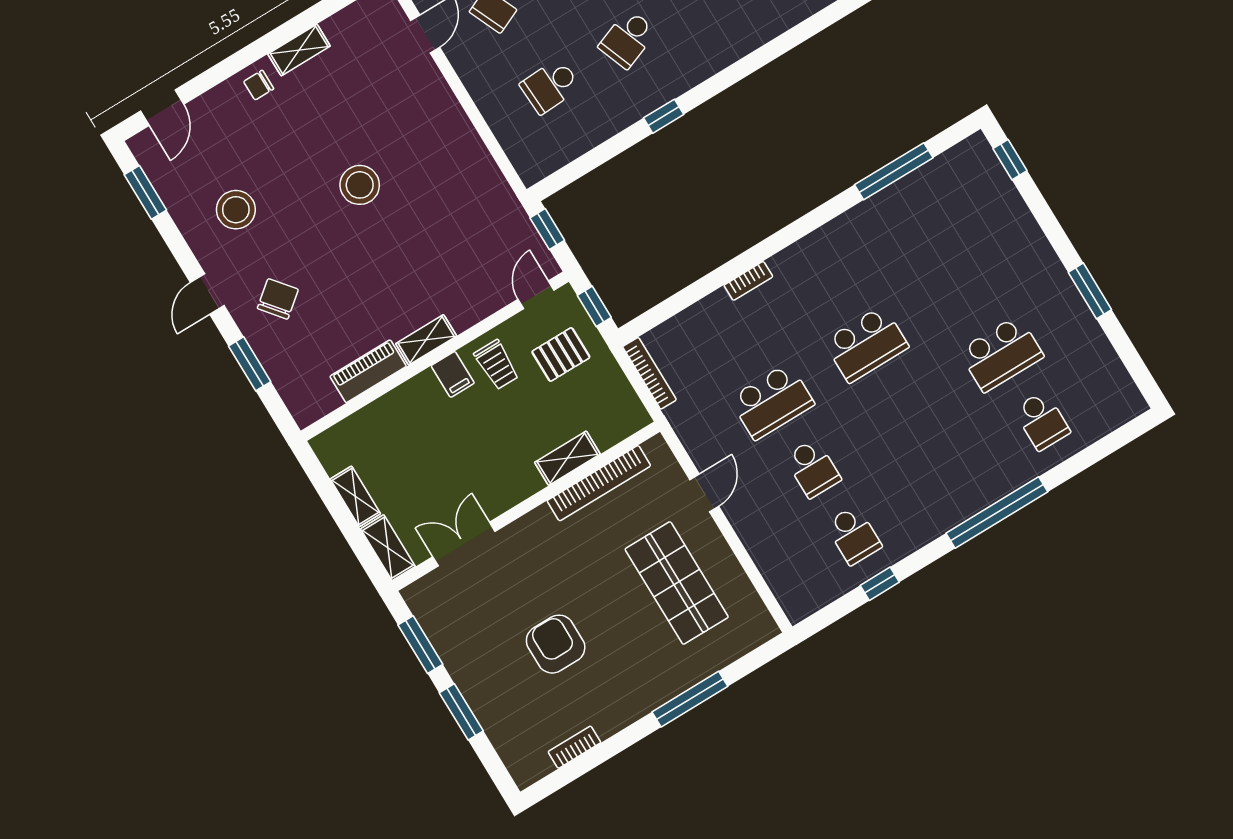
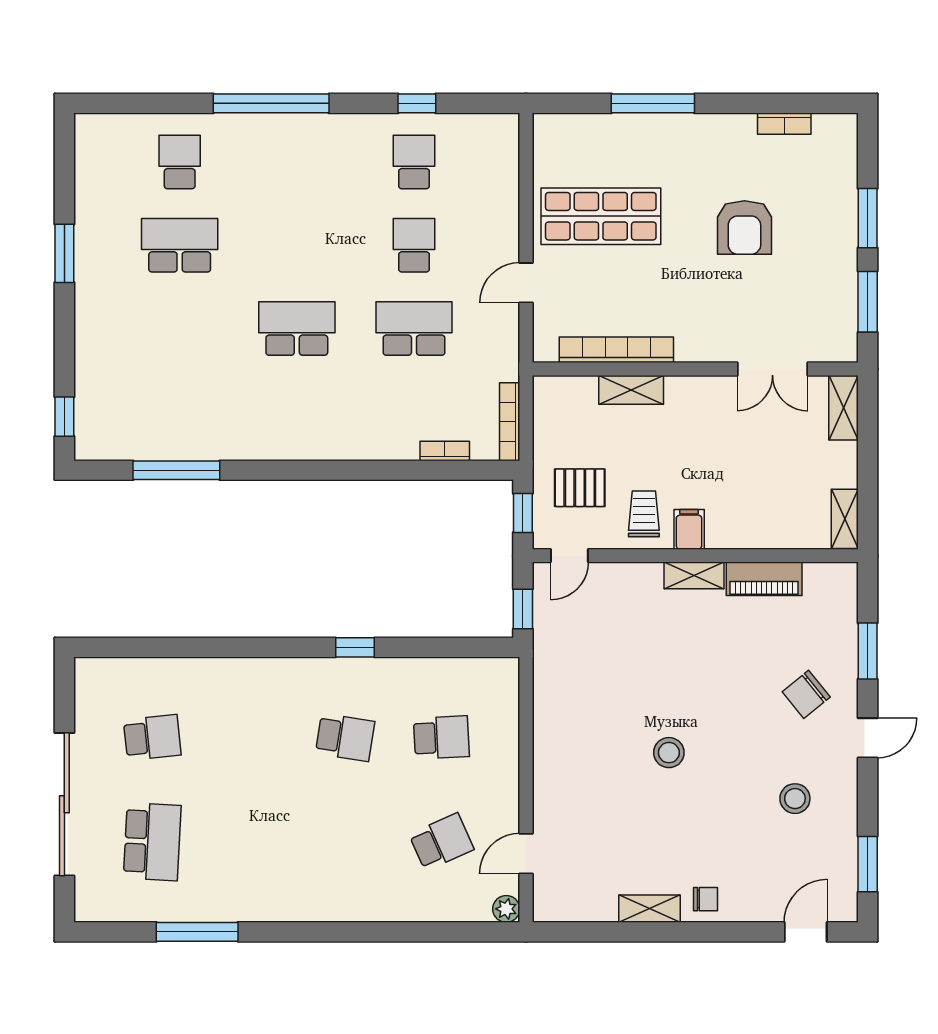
school desk: (628, 39) -> (345, 737), turned 30
stool: (360, 185) -> (669, 753), width x0.73, depth x0.73
stool: (236, 210) -> (795, 799), width x0.73, depth x0.73
bookcase: (748, 281) -> (445, 451), moved
shelving: (355, 496) -> (845, 519), moved
shop shelf: (677, 583) -> (601, 216), turned 90

